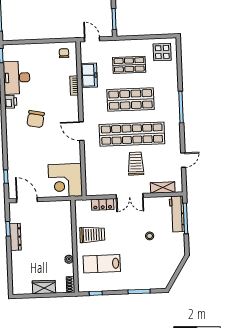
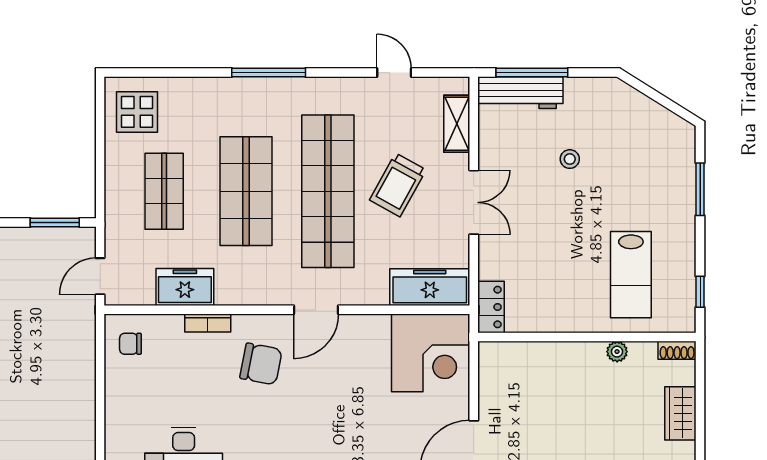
chair: (36, 119) -> (261, 364), moved
trolley: (136, 164) -> (398, 185), turned -61
freezer: (93, 179) -> (430, 287), added
locker: (103, 204) -> (491, 307), moved
trolley: (92, 235) -> (561, 294), removed

